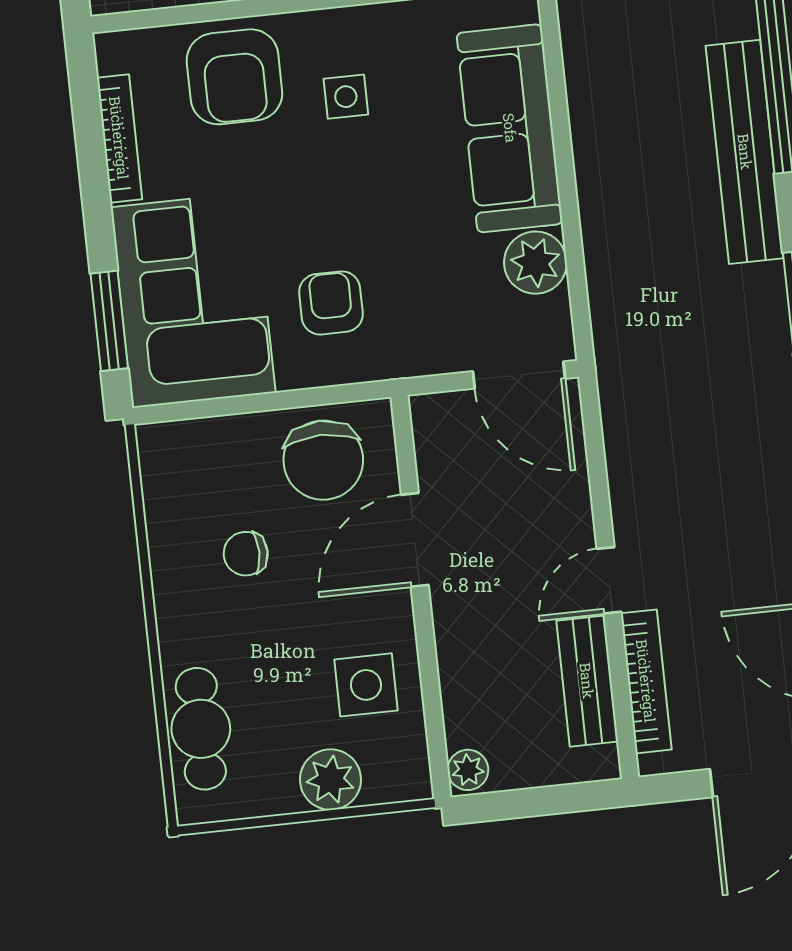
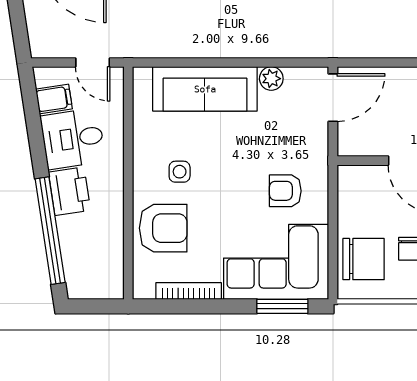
plant: (535, 263) -> (271, 79), width x0.73, depth x0.73
chair: (323, 460) -> (364, 259), moved

